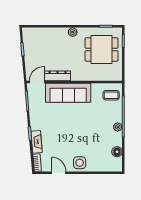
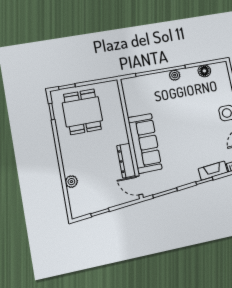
plant: (73, 32) -> (71, 182), moved
coffee table: (111, 95) -> (138, 90), removed

